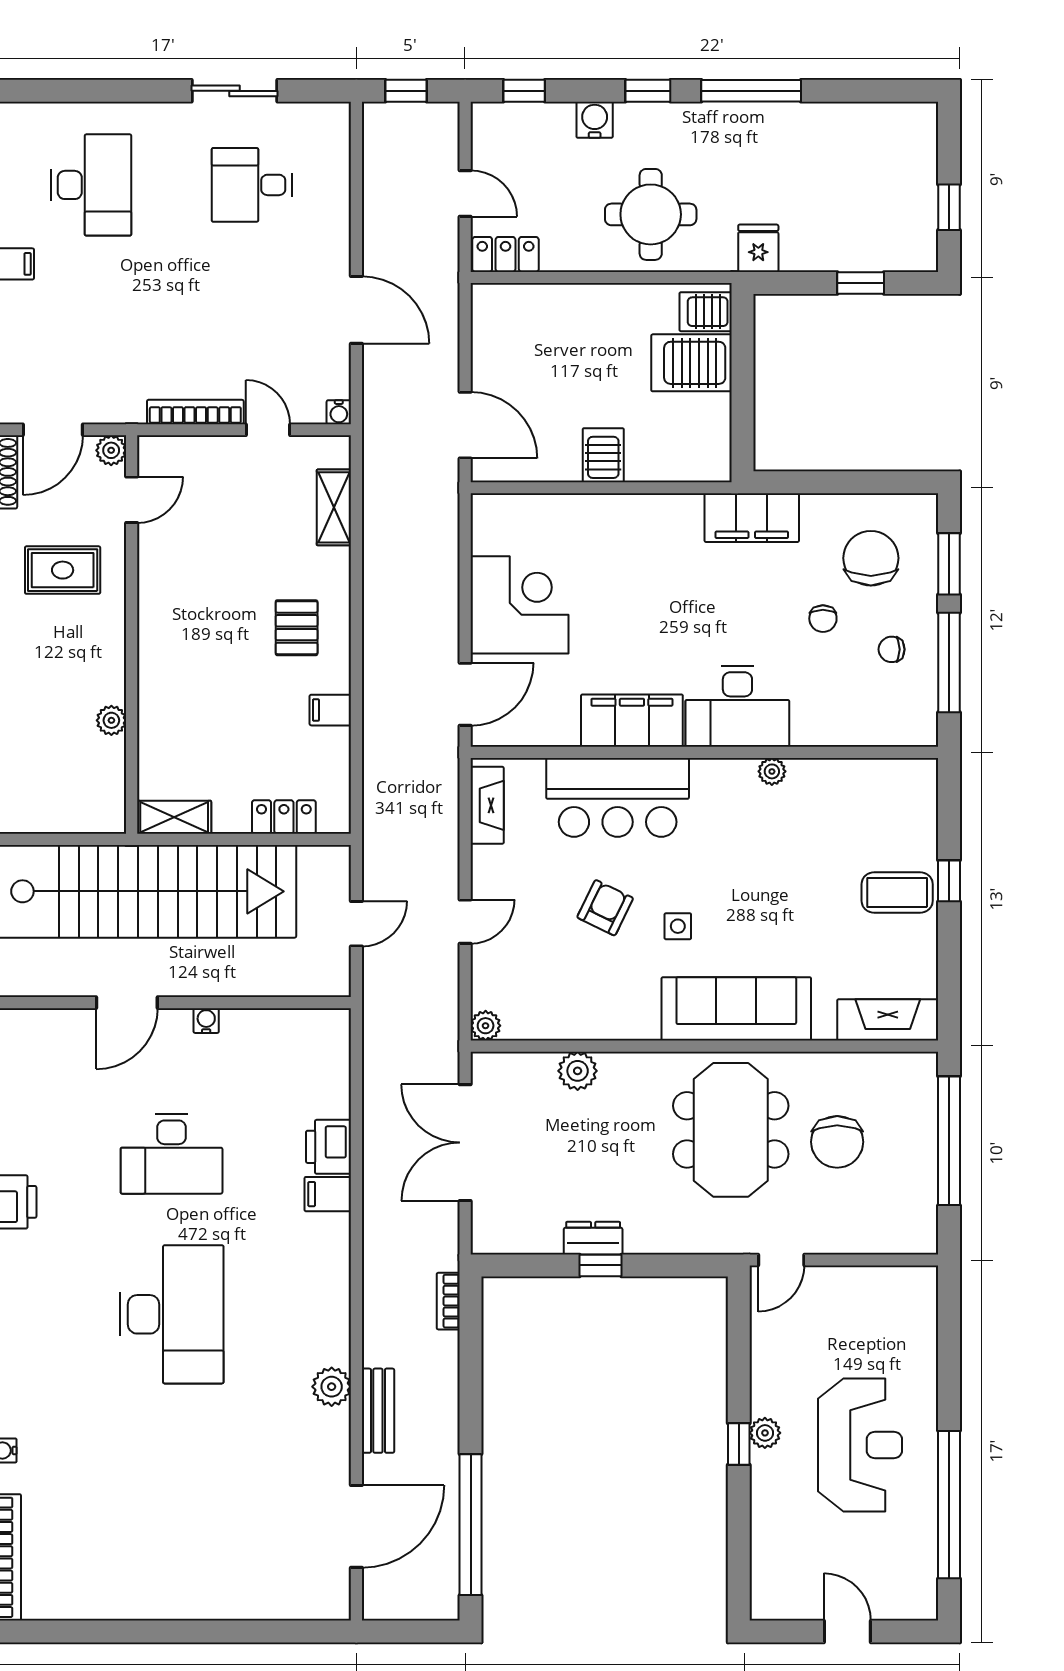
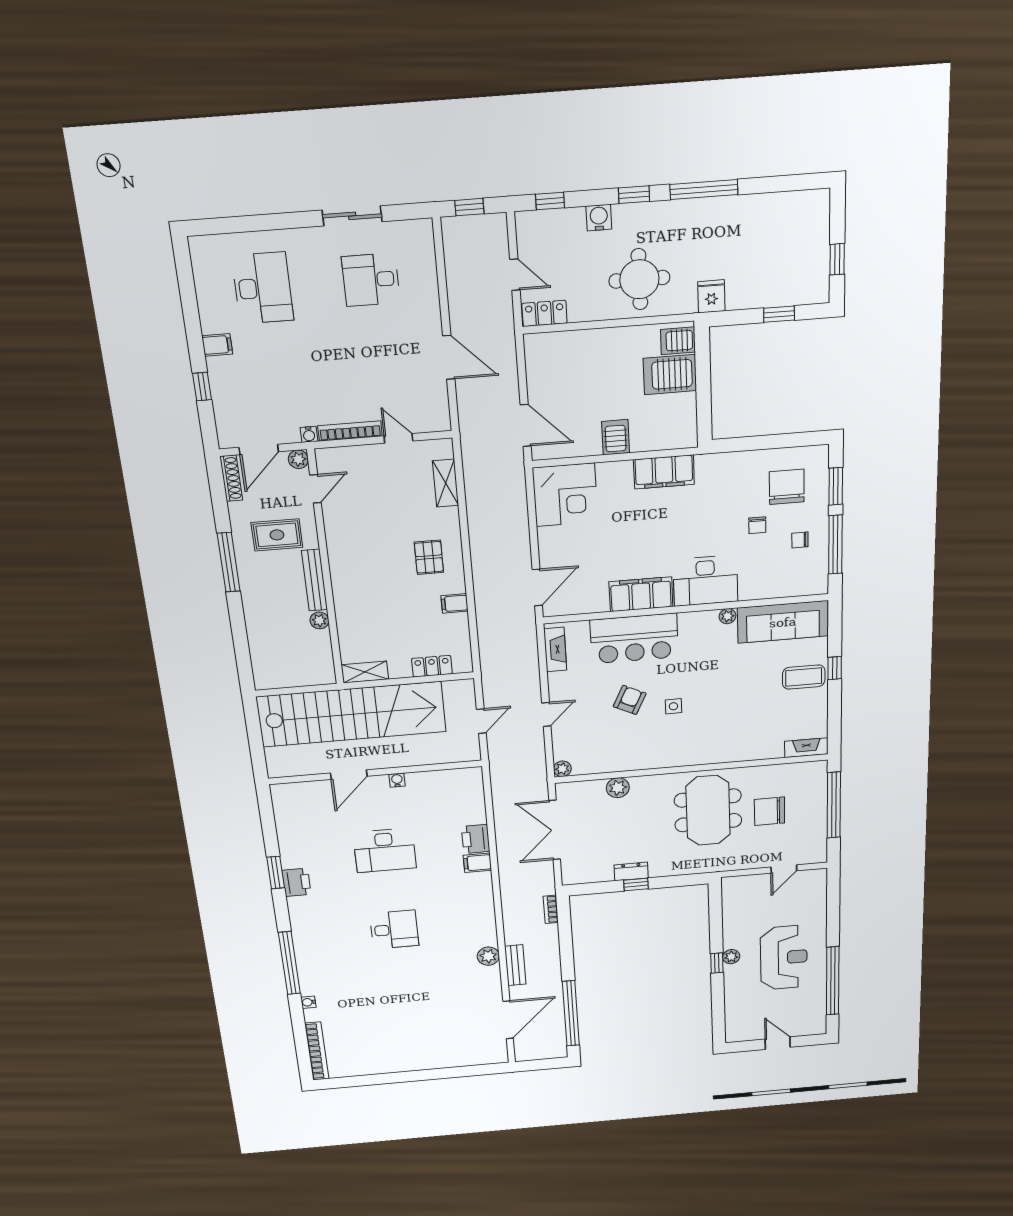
water cooler: (339, 412) -> (309, 434), moved
filing cabinet: (752, 518) -> (664, 472), moved
corner desk: (519, 605) -> (565, 495), moved, turned 90
bench: (112, 651) -> (314, 580), added
sofa: (736, 1009) -> (783, 622), moved, turned 180
fireplace: (888, 1020) -> (806, 748), width x0.73, depth x0.76
chair: (837, 1142) -> (769, 811), turned 90
door: (781, 1260) -> (784, 869), moved
desk: (172, 1314) -> (394, 930), width x0.53, depth x0.77

